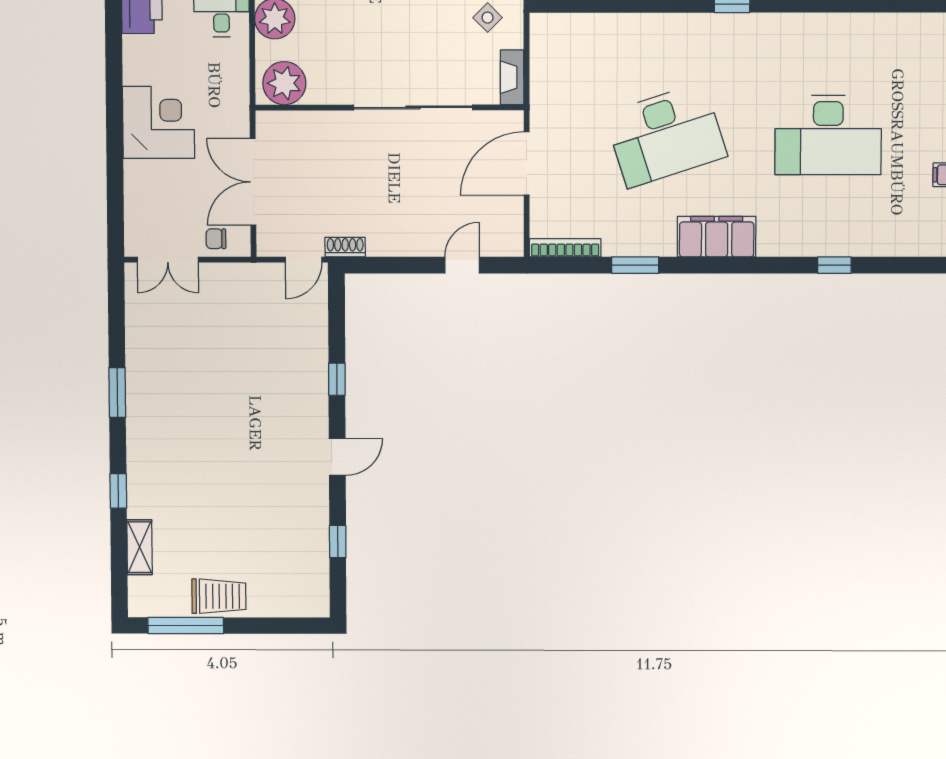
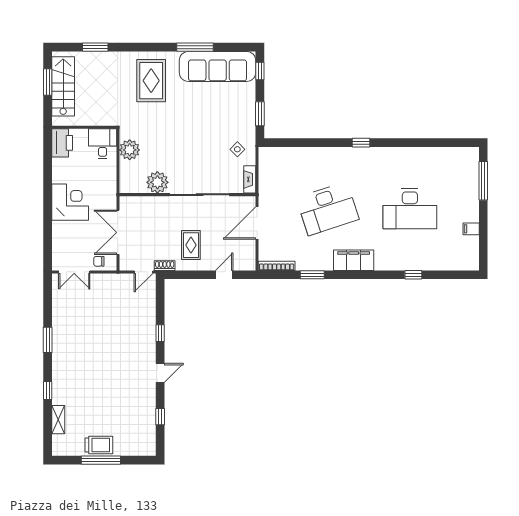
plant: (284, 83) -> (157, 182), moved
rug: (397, 207) -> (191, 245), added
window: (186, 625) -> (101, 460), moved

